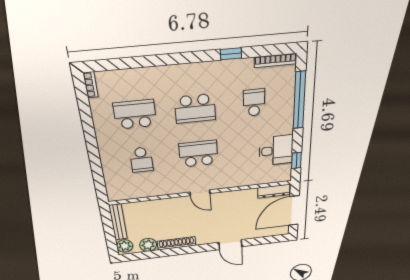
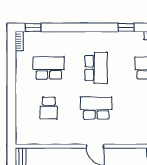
window: (106, 65) -> (33, 27), added
school desk: (195, 108) -> (96, 68), turned -90

